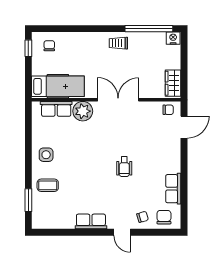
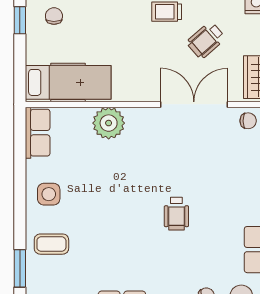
wheelchair: (142, 61) -> (206, 40), added
double door: (118, 100) -> (194, 104), moved
row of seats: (56, 109) -> (38, 133), moved, turned -90

